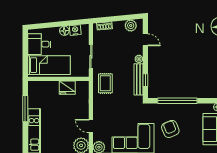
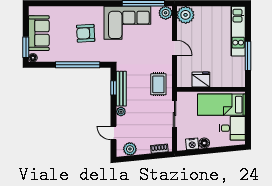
door: (91, 126) -> (175, 48), moved
armchair: (170, 129) -> (86, 33), turned 109

